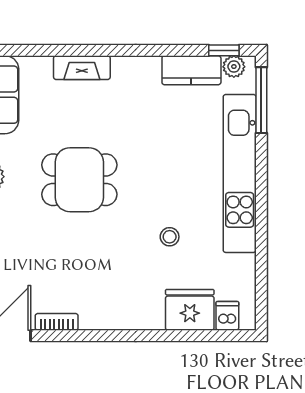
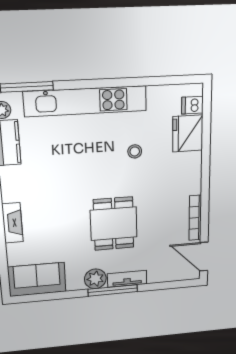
dining table: (79, 180) -> (114, 224), moved
bookcase: (57, 322) -> (195, 218), width x1.56

